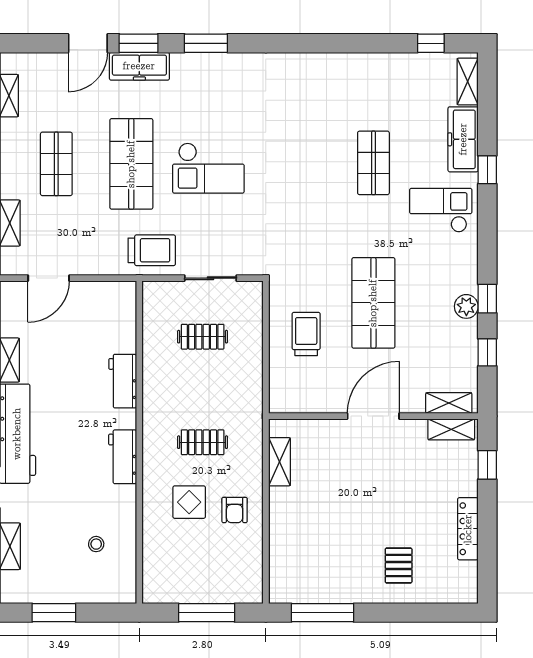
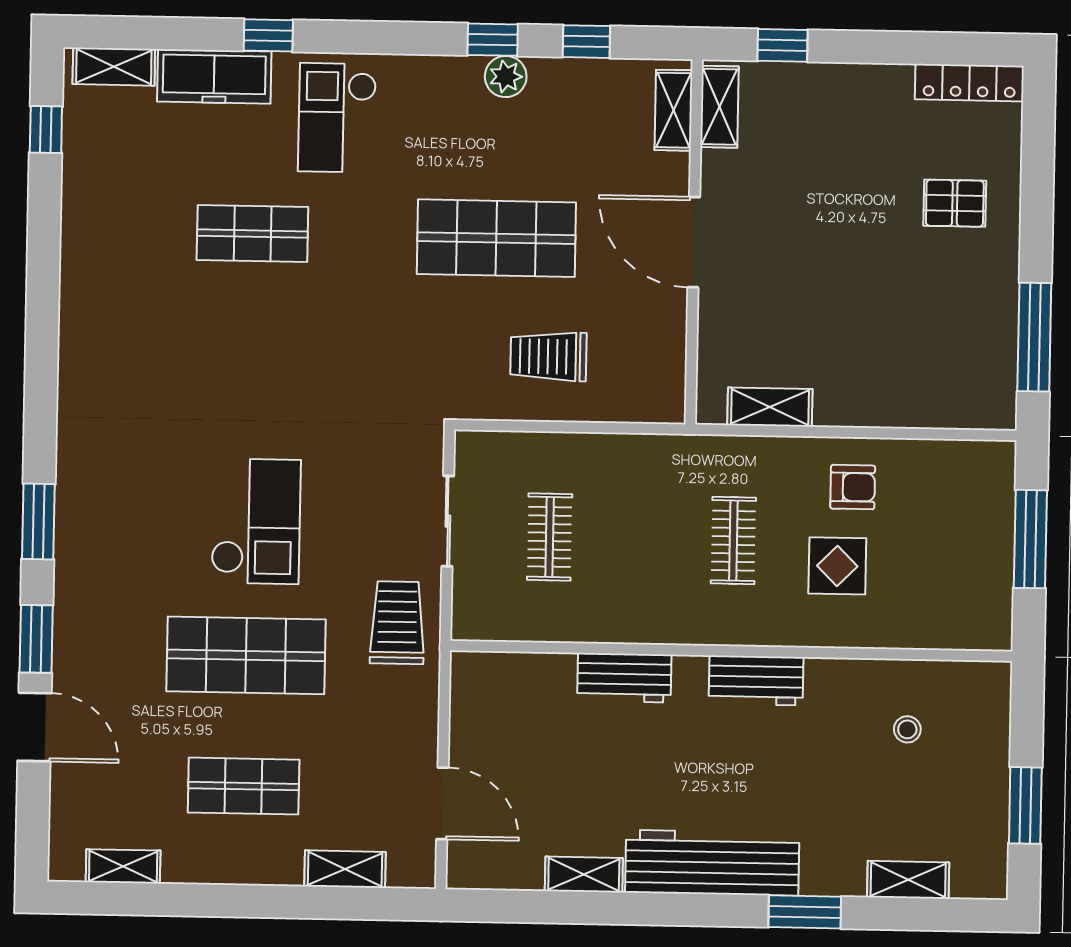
freezer: (139, 66) -> (76, 638), removed
locker: (468, 529) -> (969, 83), moved

